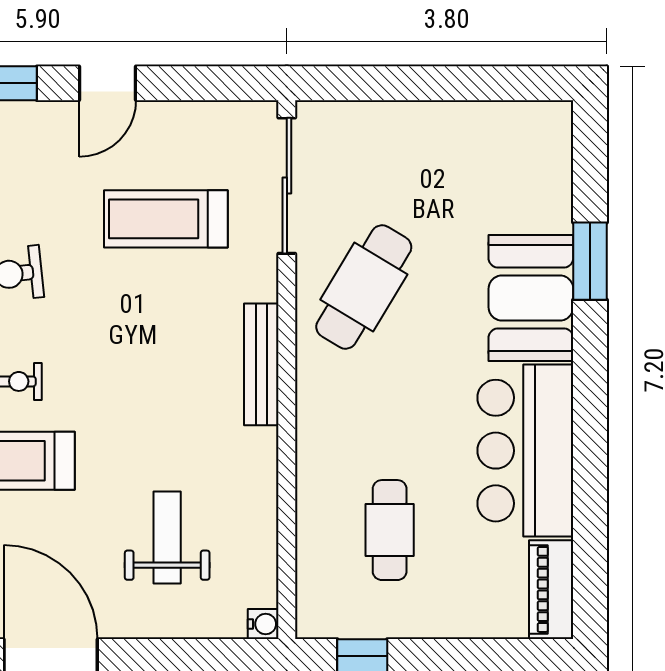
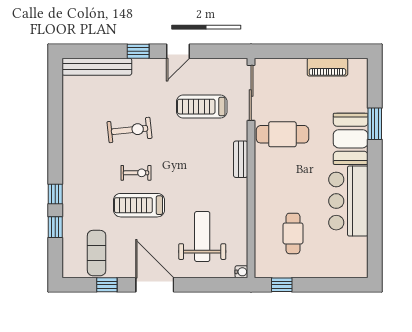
cafe table: (364, 287) -> (282, 134), turned 59
bench: (261, 364) -> (241, 159), width x0.73
weight bench: (167, 537) -> (202, 236), width x1.36, depth x1.33
piano: (551, 589) -> (327, 67), moved, turned -90

